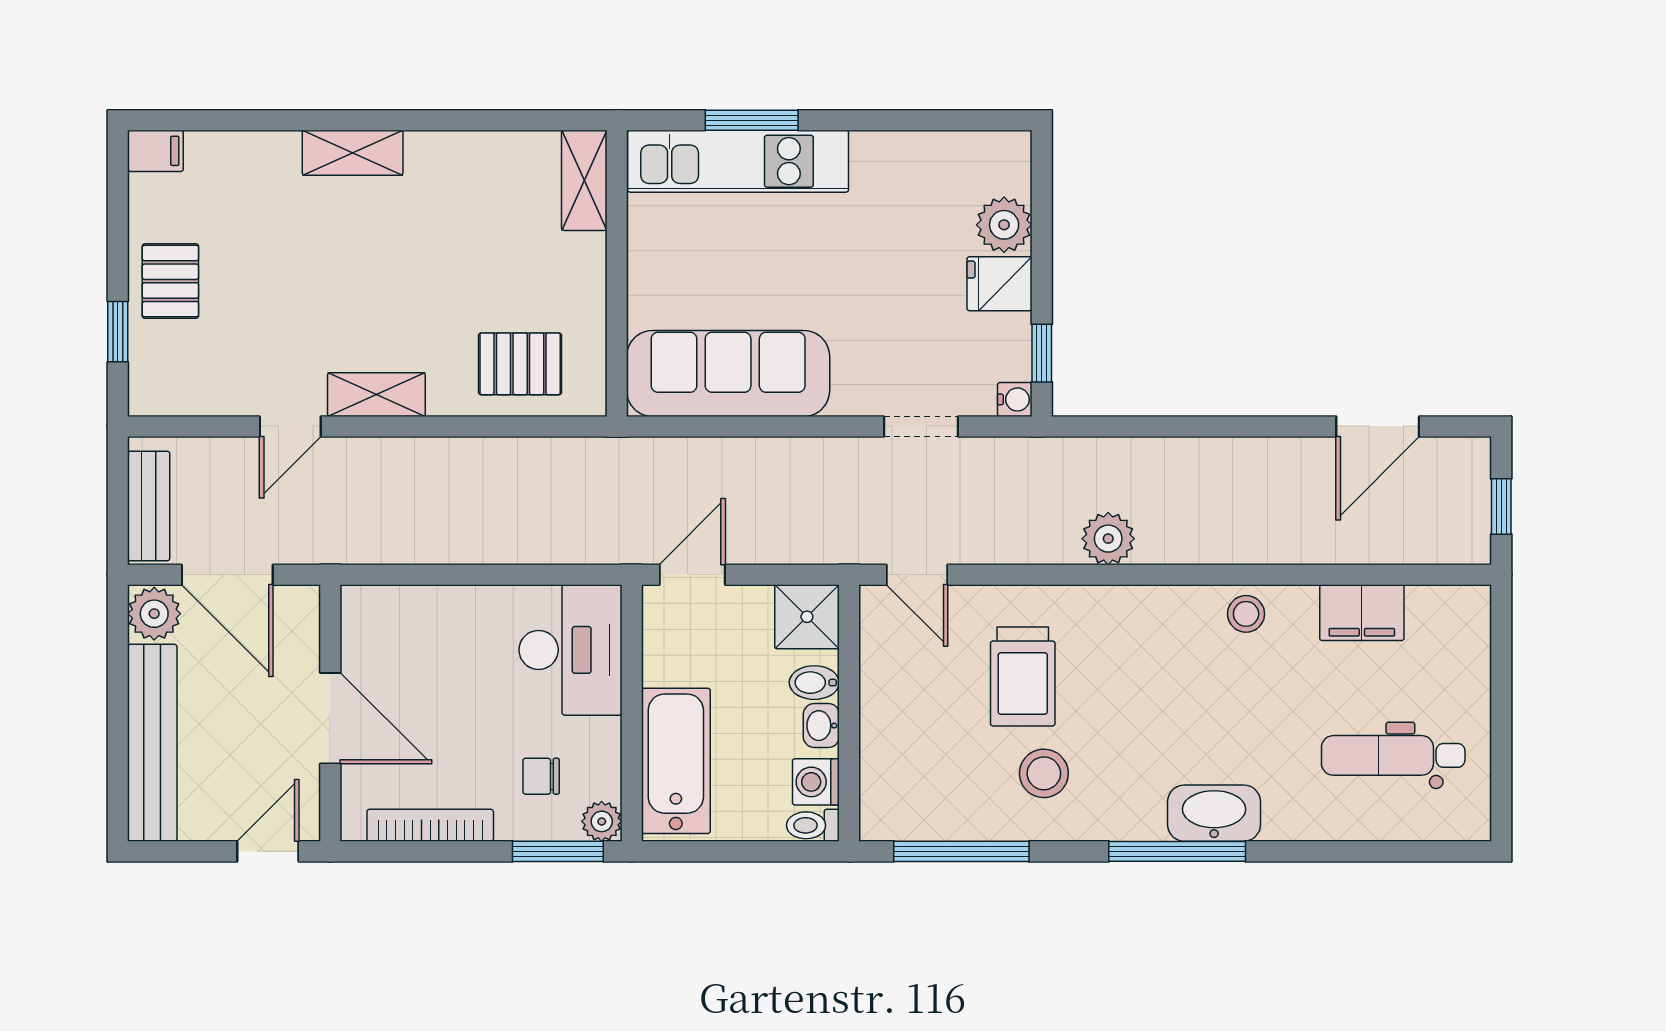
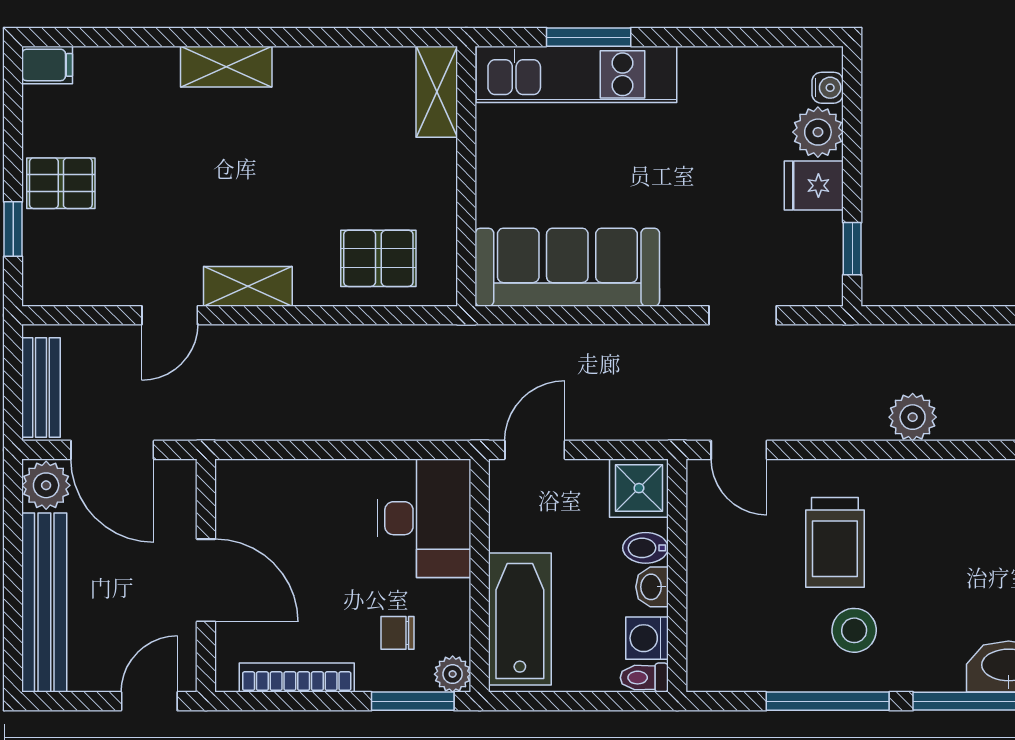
pallet: (170, 281) -> (61, 183), turned 90
water cooler: (1015, 399) -> (828, 88), moved
window: (961, 851) -> (828, 701), moved

